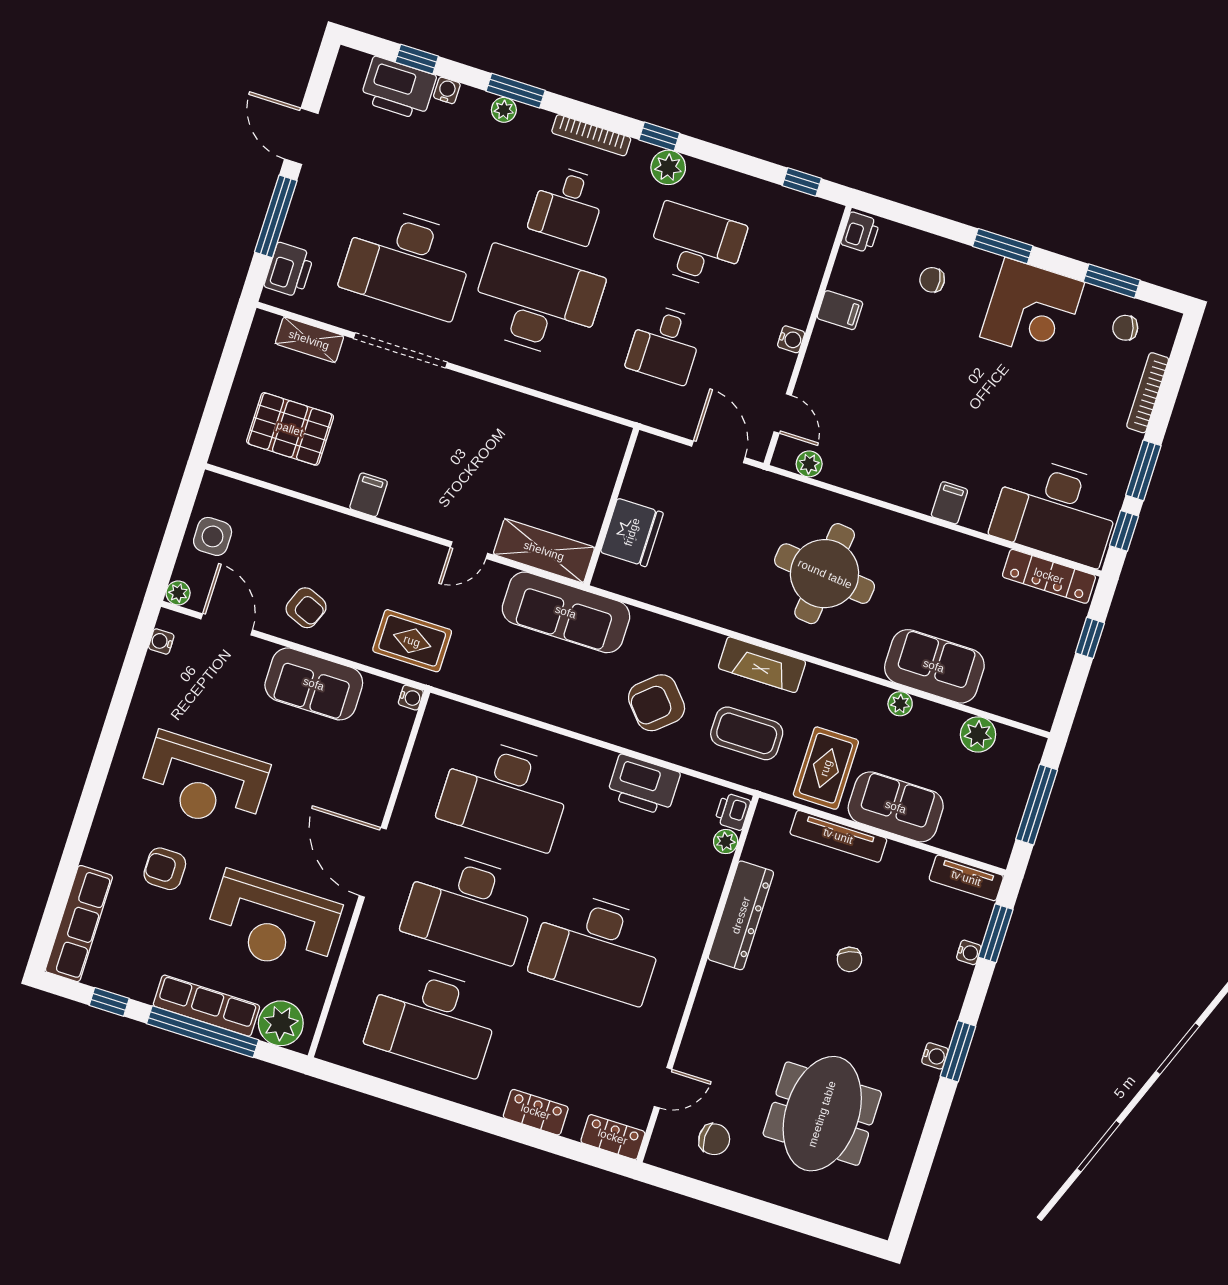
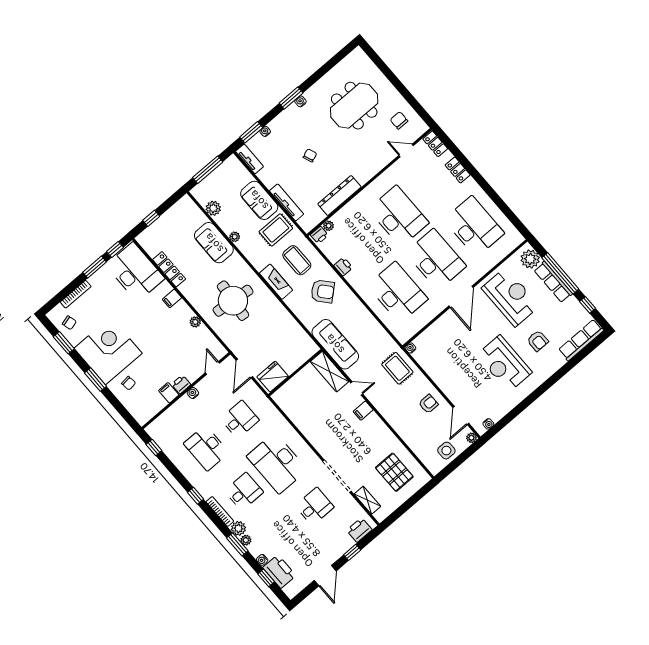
plant: (668, 167) -> (238, 528), moved
window: (276, 216) -> (352, 552), width x0.46
printer: (860, 232) -> (181, 384), moved
desk: (408, 262) -> (314, 506), width x0.53, depth x0.77
corner desk: (1032, 310) -> (108, 351), width x1.36, depth x1.36
plant: (809, 464) -> (195, 322), moved
filing cabinet: (369, 495) -> (363, 411), moved
fridge: (632, 532) -> (273, 377), moved
locker: (1049, 576) -> (169, 269), moved
armchair: (306, 608) -> (428, 404), turned 68
sofa: (314, 684) -> (443, 375), removed
reception desk: (204, 782) -> (504, 364), turned 180
printer: (643, 785) -> (343, 267), width x0.53, depth x0.68

